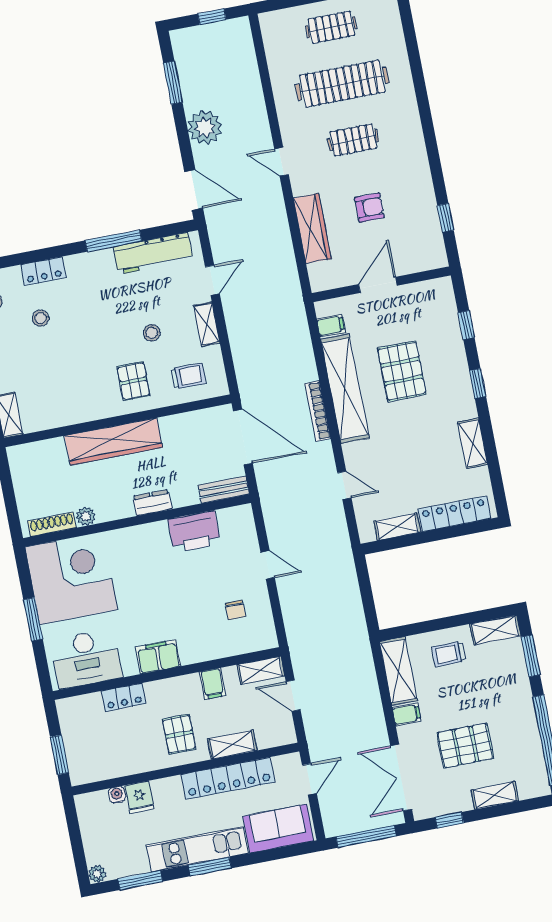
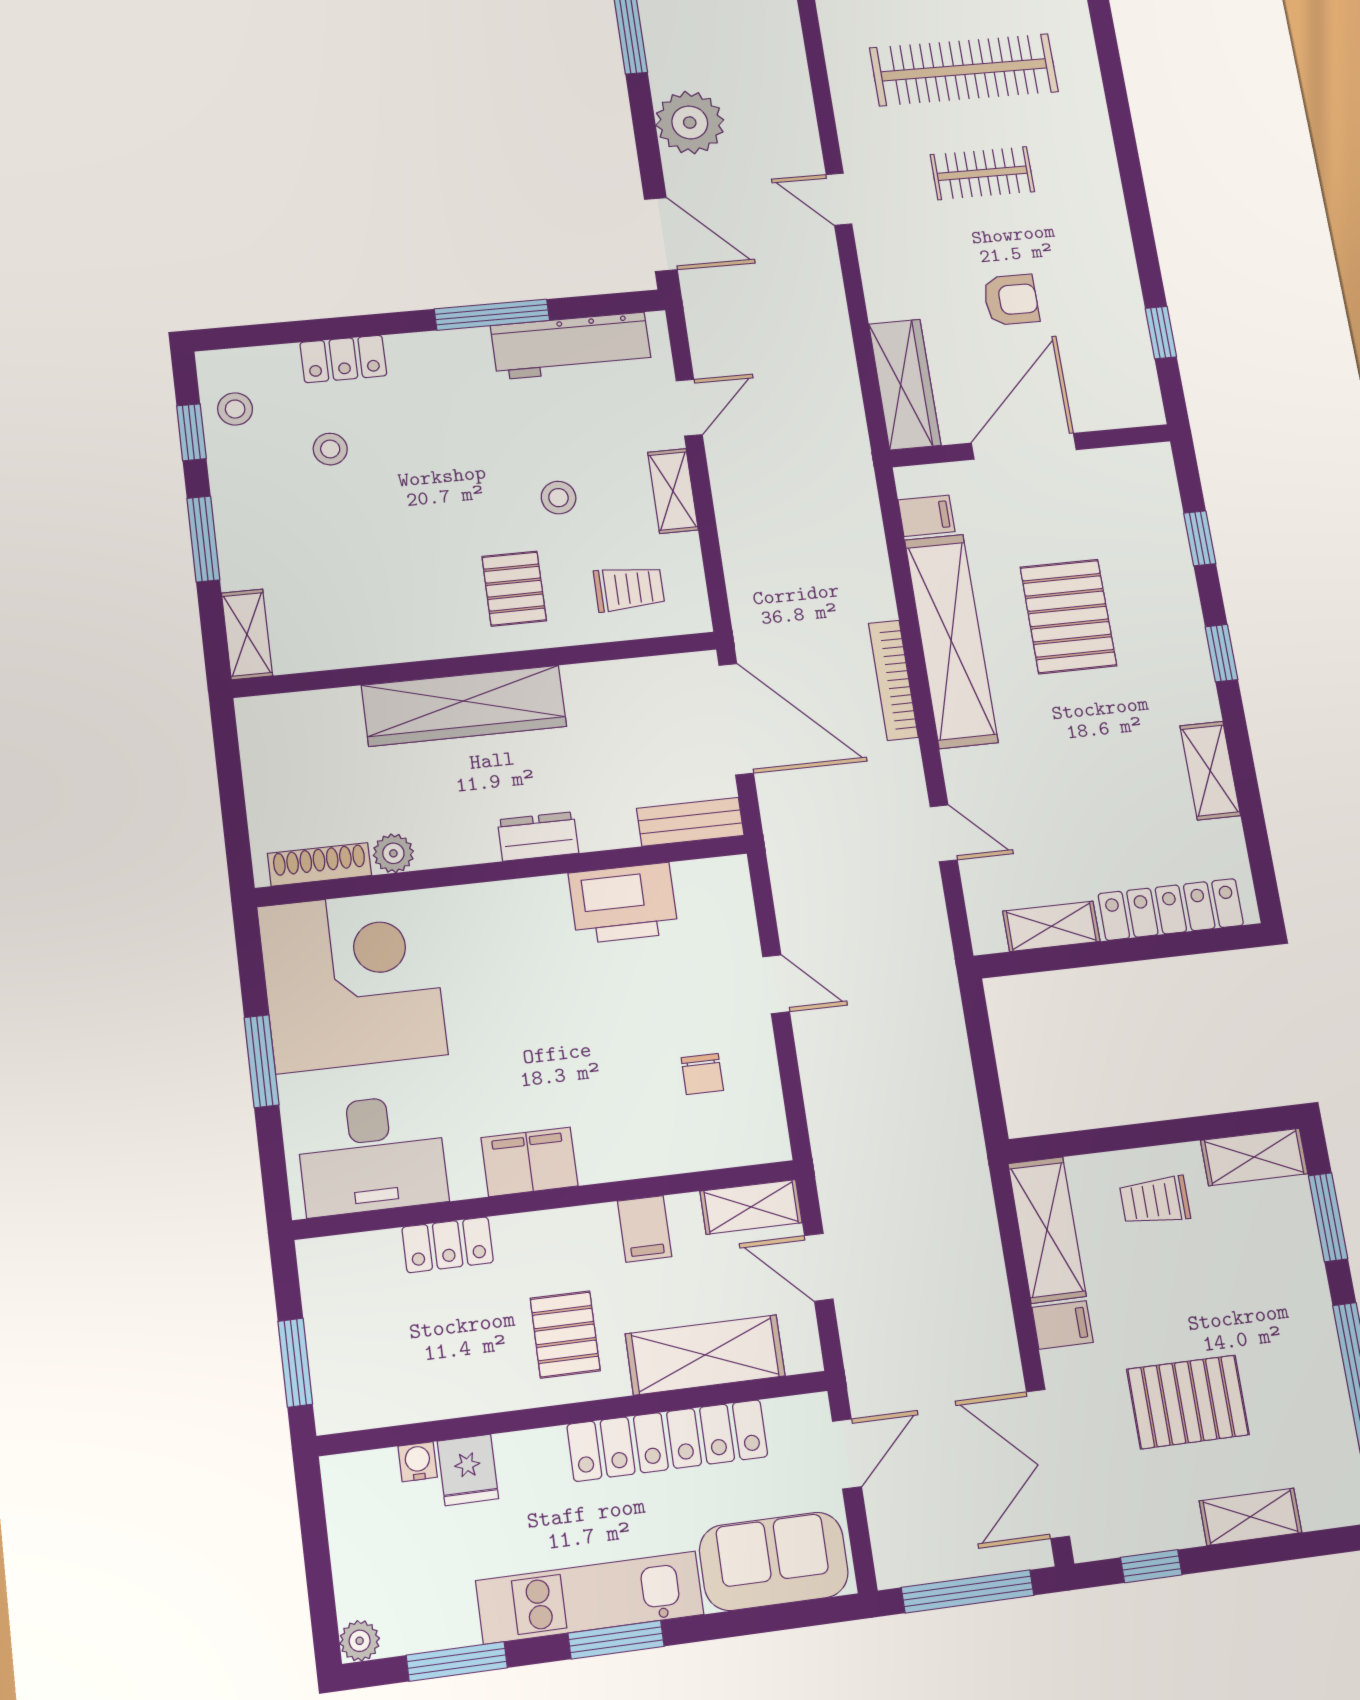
wardrobe: (312, 228) -> (905, 384), moved
door: (378, 285) -> (1024, 446), width x1.36
shelving: (232, 745) -> (705, 1355), width x1.50, depth x1.33

